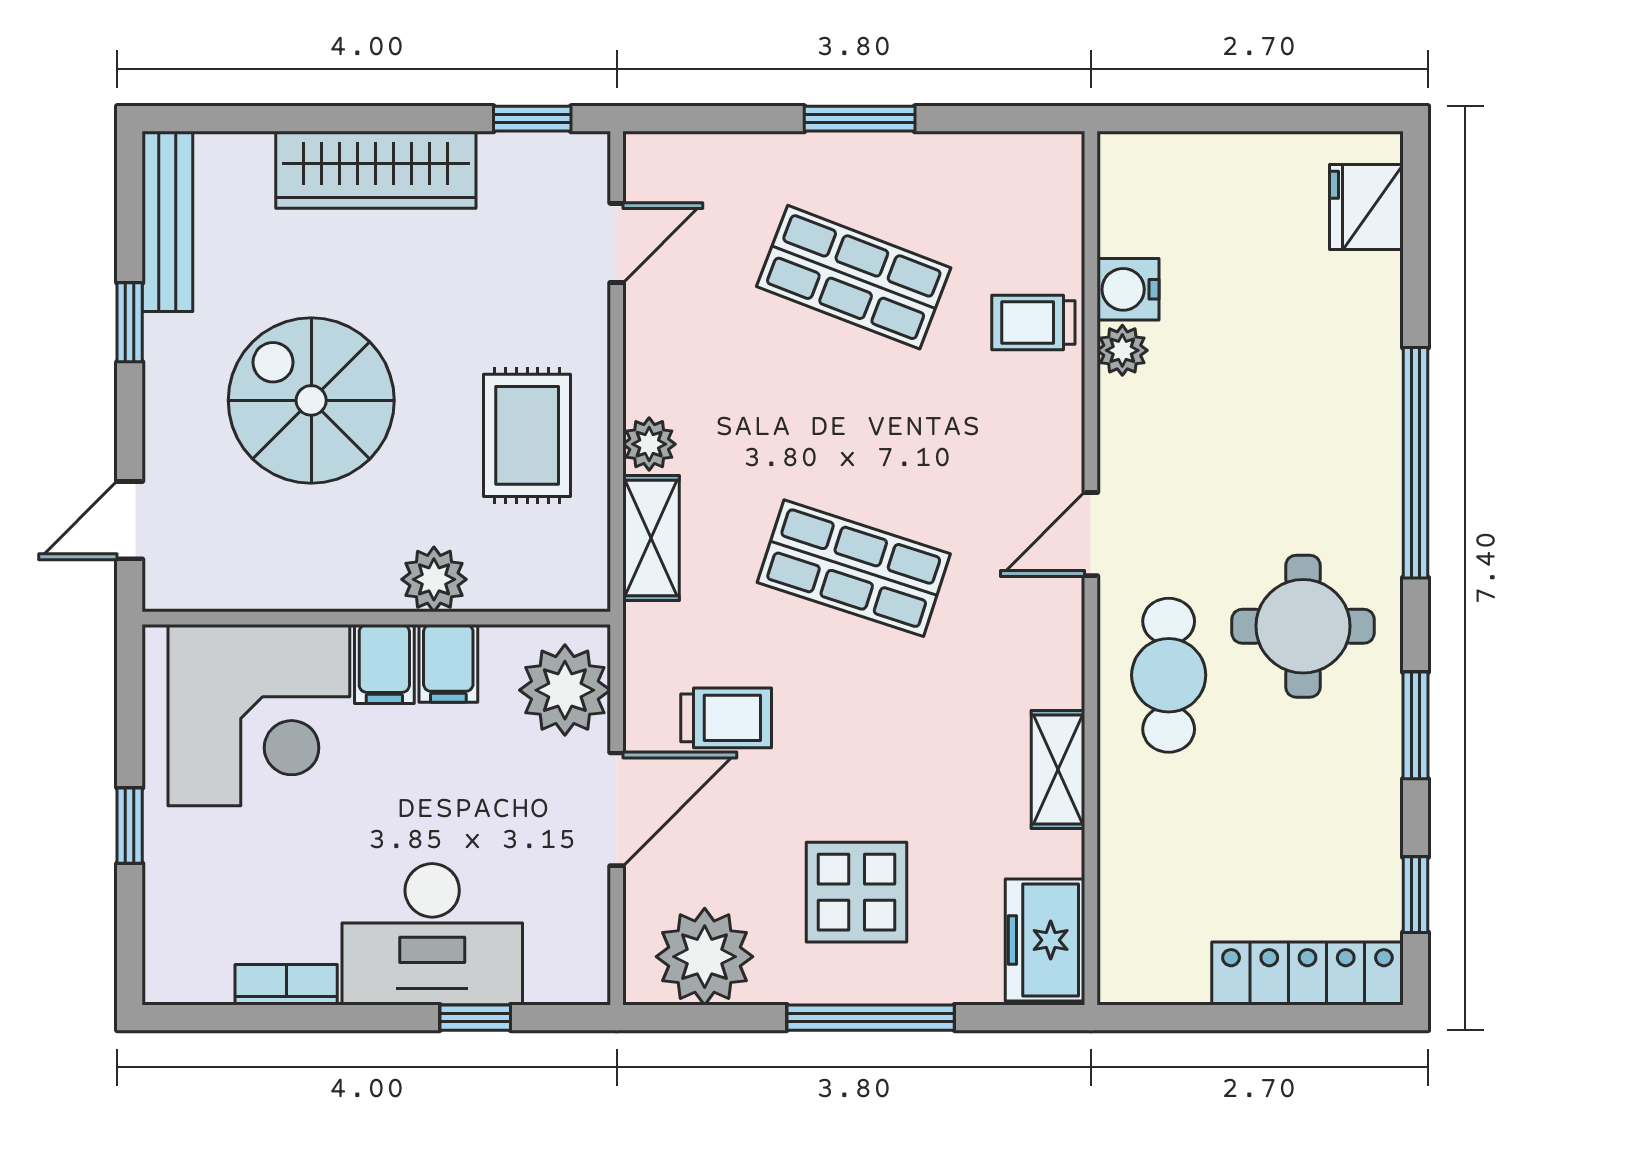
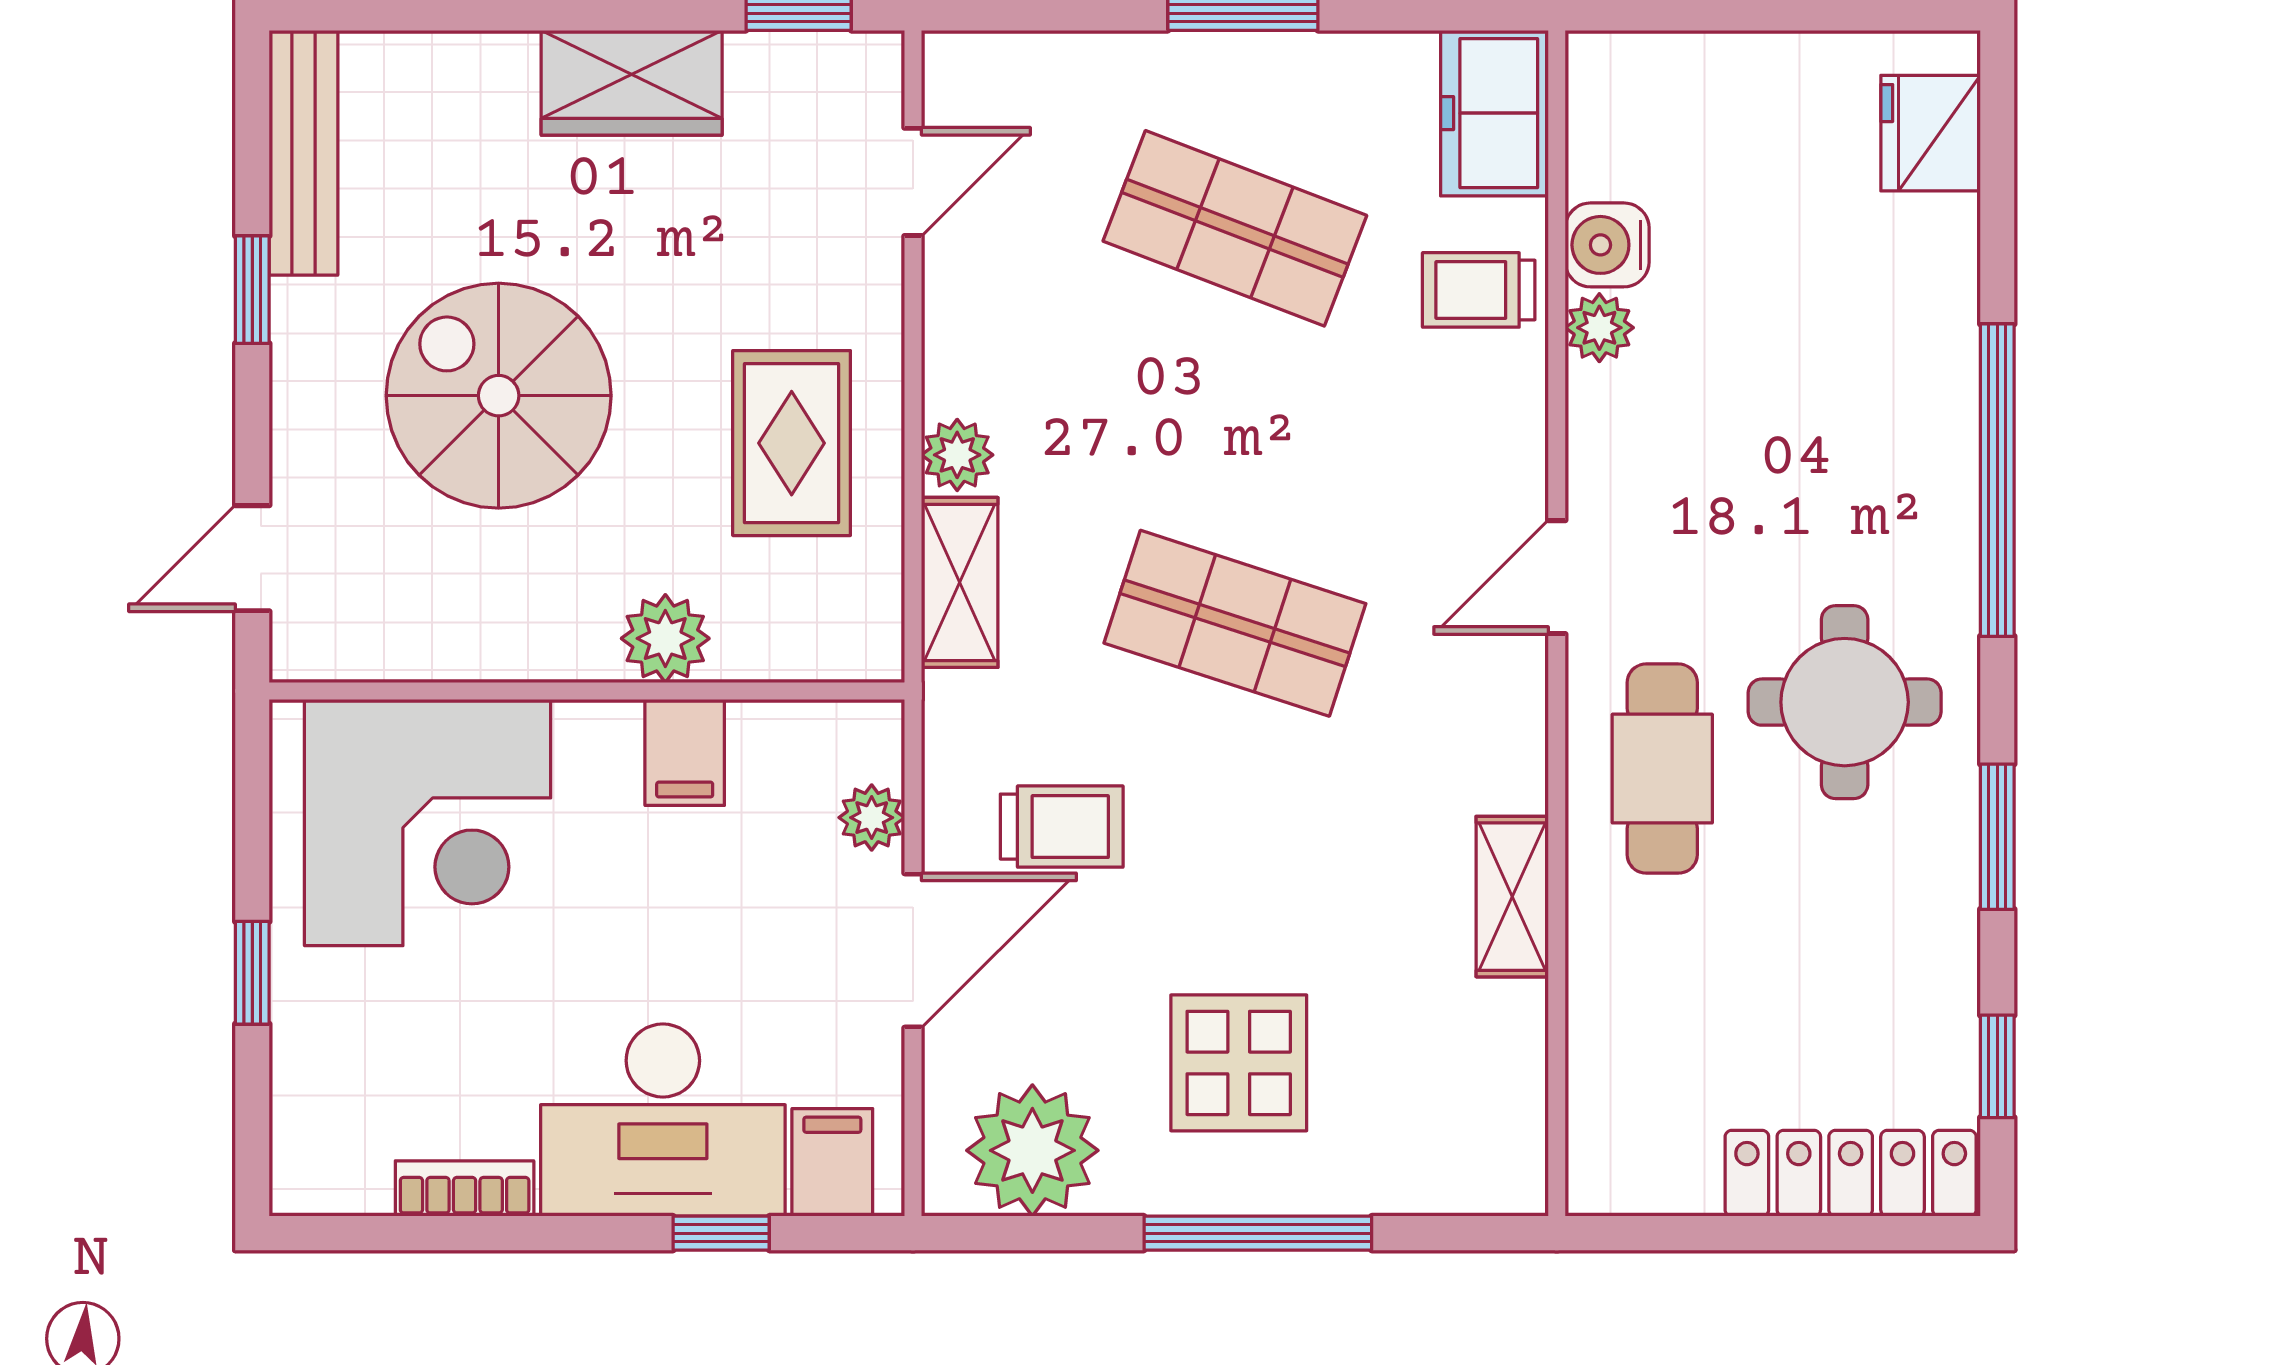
wardrobe: (376, 170) -> (632, 83), width x0.67
filing cabinet: (384, 664) -> (832, 1162), moved, turned 180
plant: (565, 690) -> (872, 818), width x0.53, depth x0.53
freezer: (1045, 940) -> (1494, 113), moved

